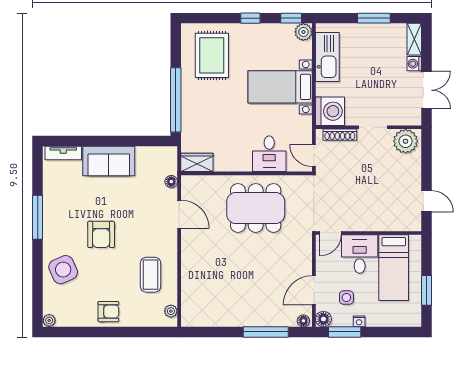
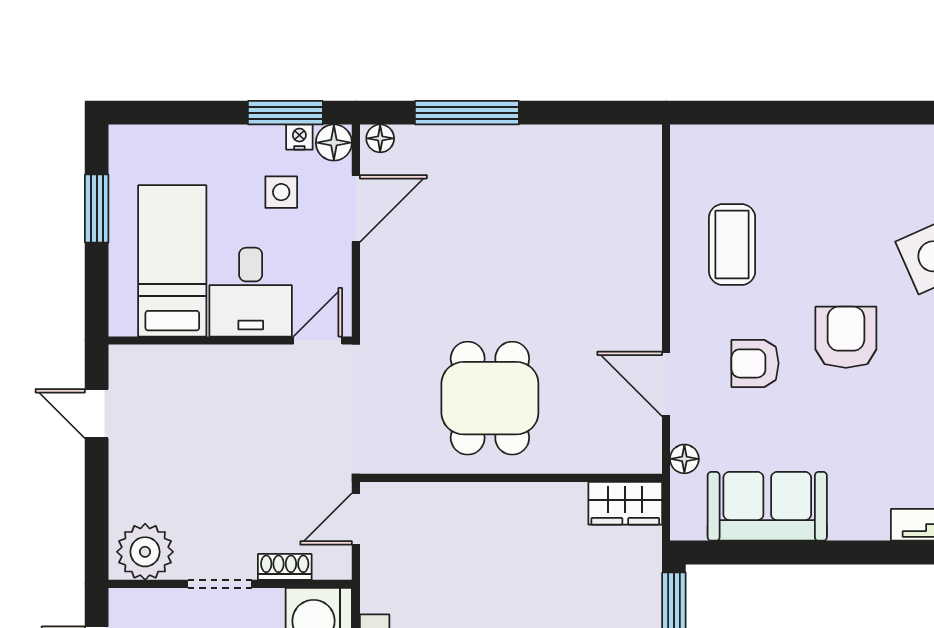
shoe rack: (340, 135) -> (285, 567), width x0.70
desk: (269, 154) -> (459, 523), removed
door: (314, 156) -> (356, 519), swing flipped
sofa: (109, 161) -> (767, 506), moved
dining table: (256, 208) -> (490, 398), width x0.73
plant: (171, 311) -> (685, 161), removed
armchair: (108, 312) -> (755, 363), moved
nightstand: (359, 321) -> (299, 137), moved

